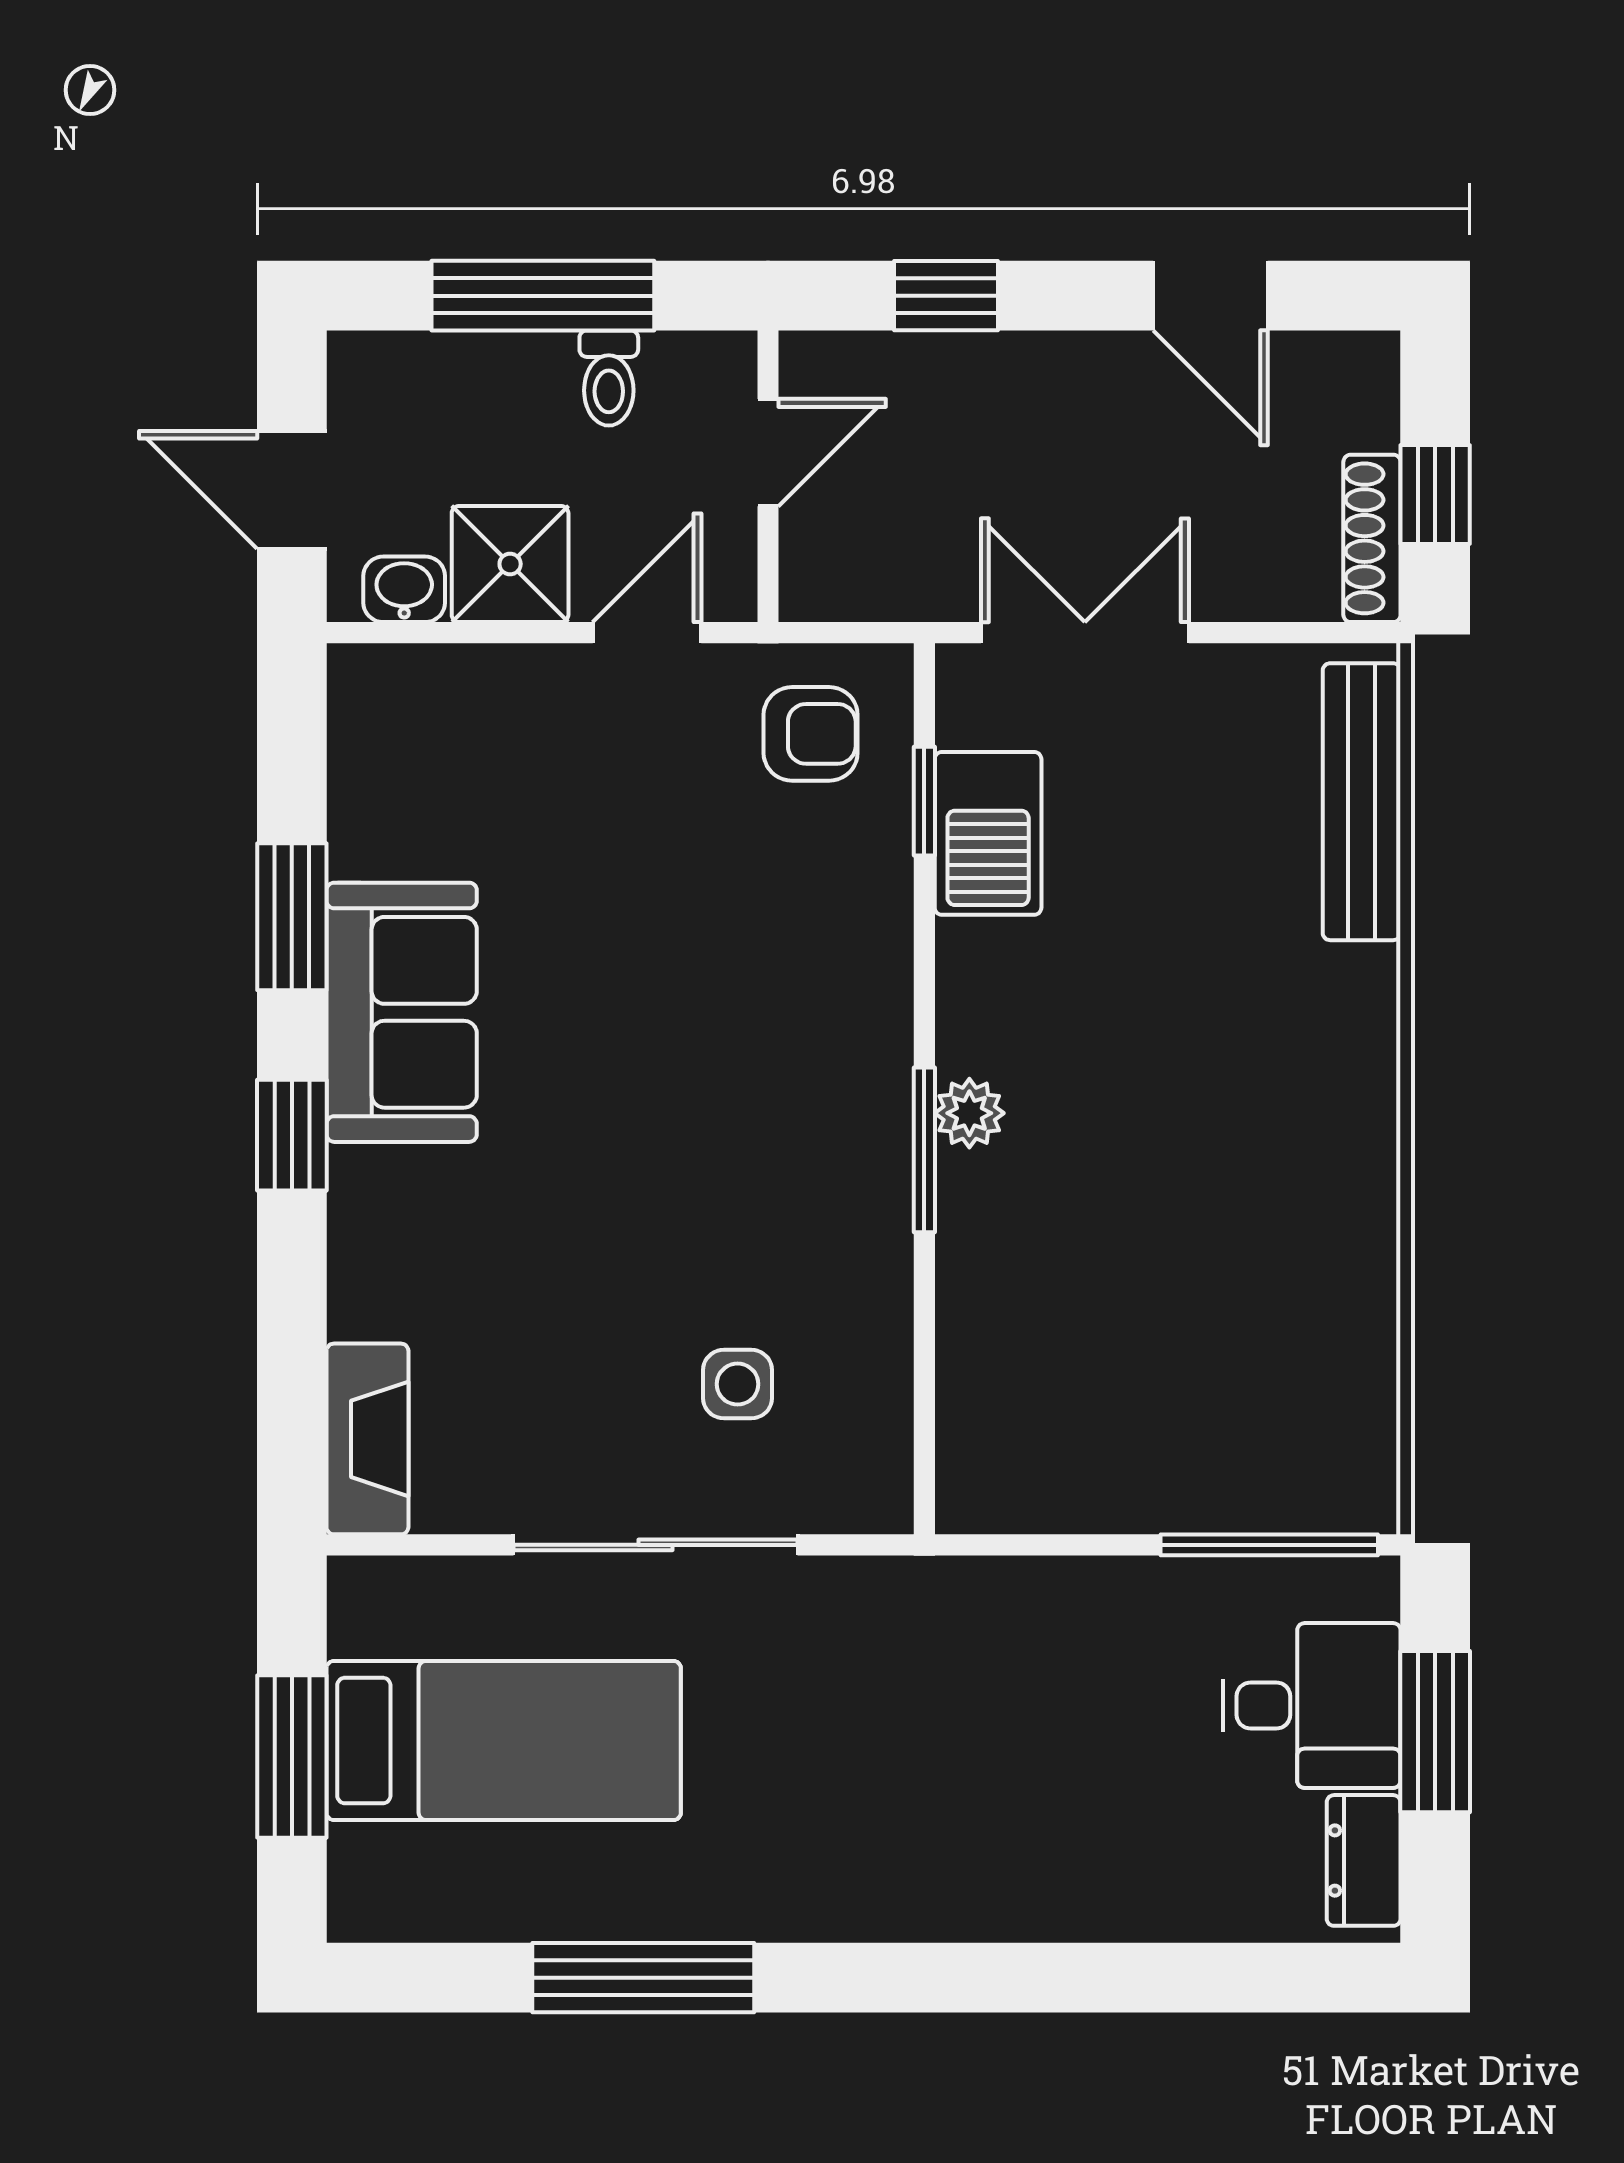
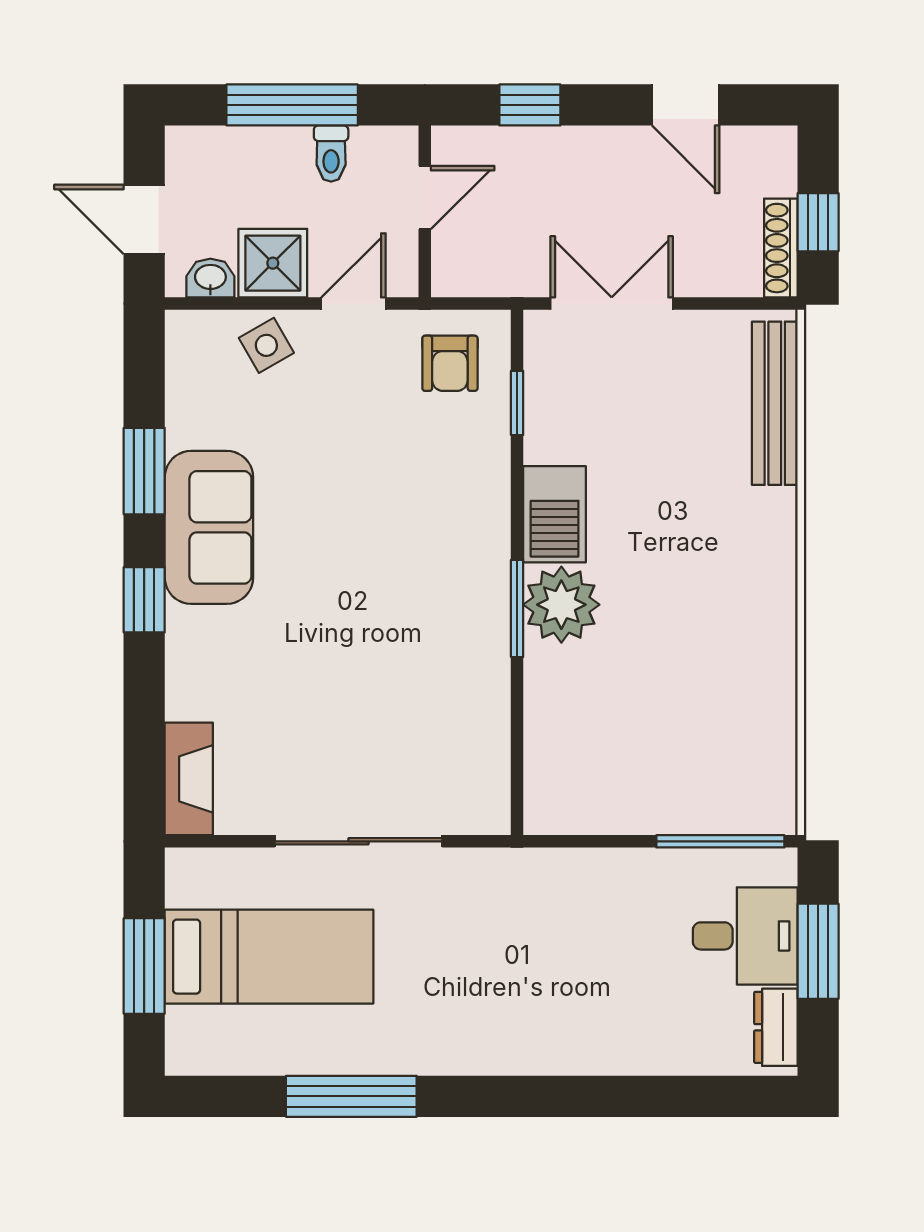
armchair: (811, 734) -> (450, 363), turned 90
barbecue: (988, 833) -> (555, 514), moved
plant: (969, 1113) -> (561, 605), width x1.88, depth x1.88
side table: (738, 1384) -> (266, 345), moved, turned -30

